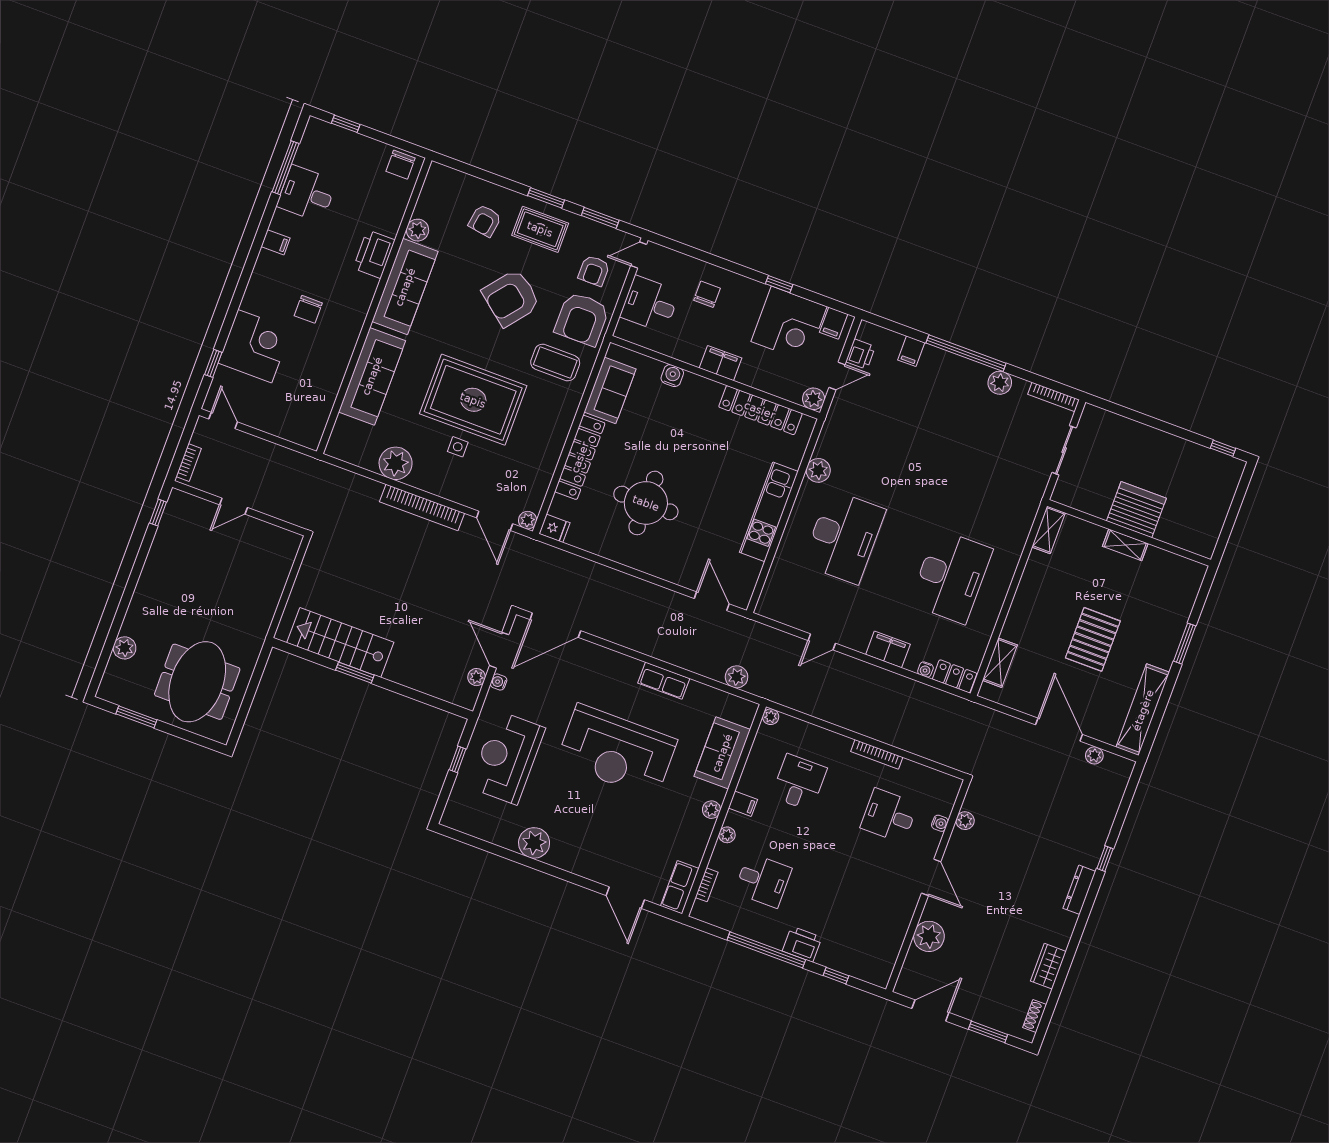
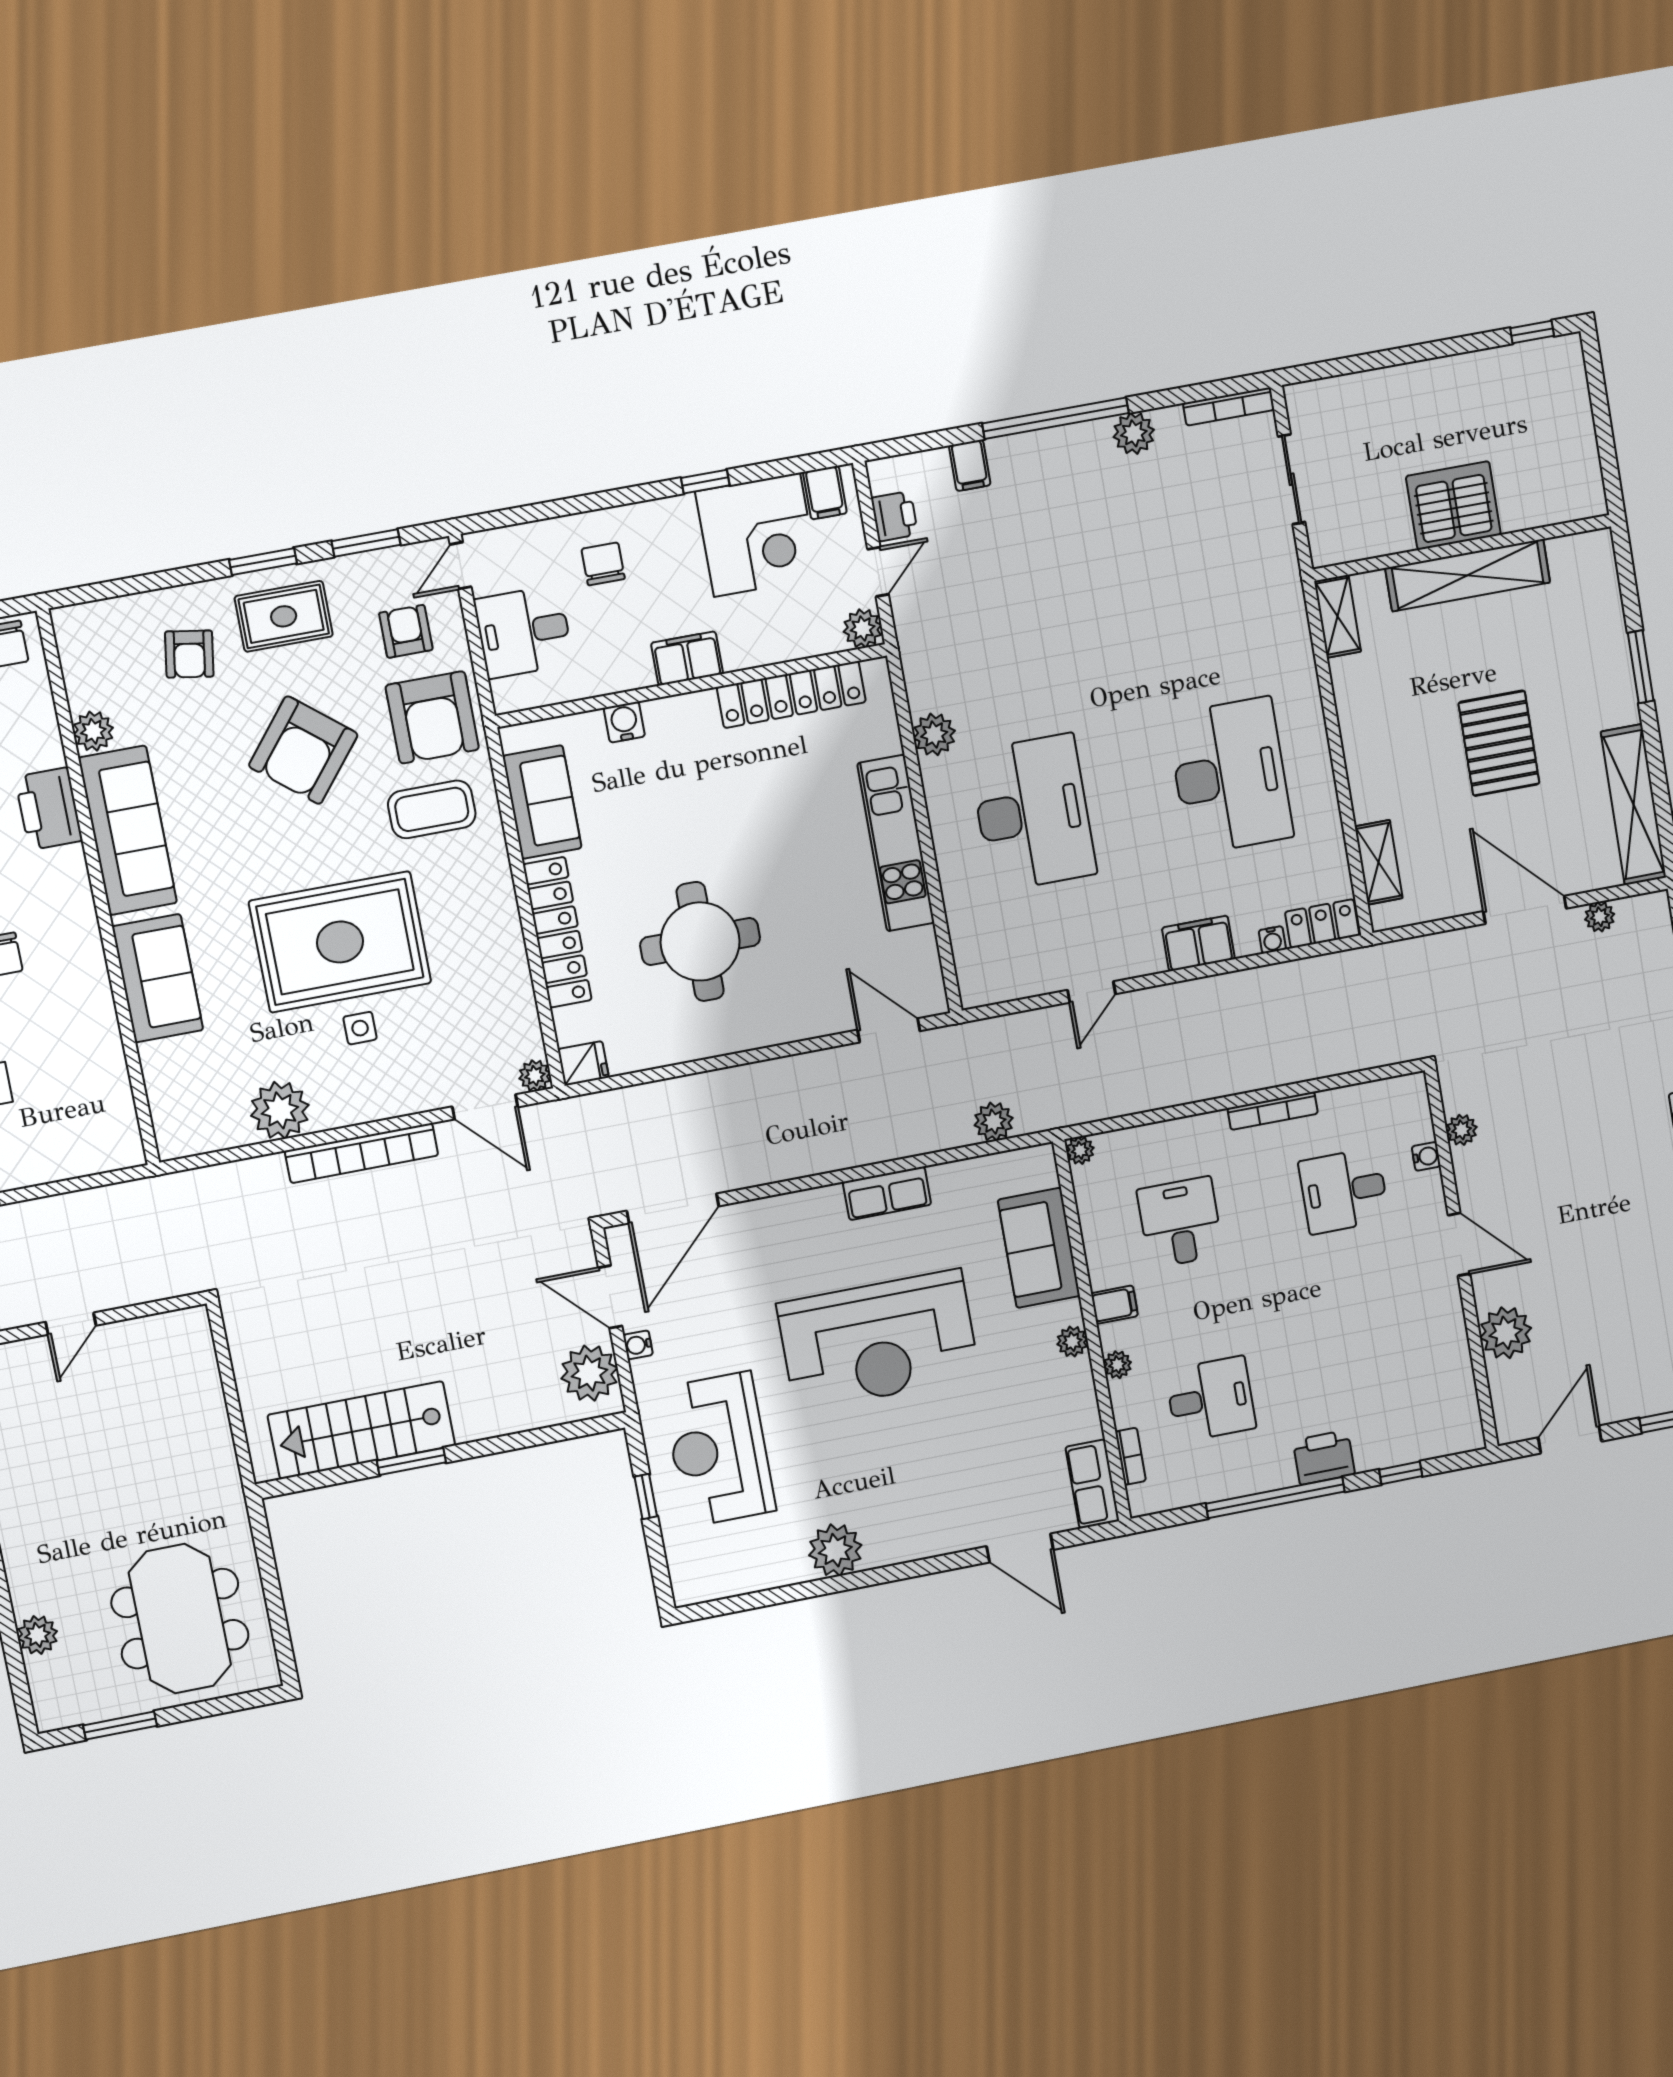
armchair: (594, 271) -> (406, 631), turned 180
sofa: (372, 376) -> (158, 978), width x0.73
shelving: (1125, 545) -> (1468, 575), width x2.20, depth x1.33
plant: (477, 677) -> (589, 1373), width x1.88, depth x1.88

